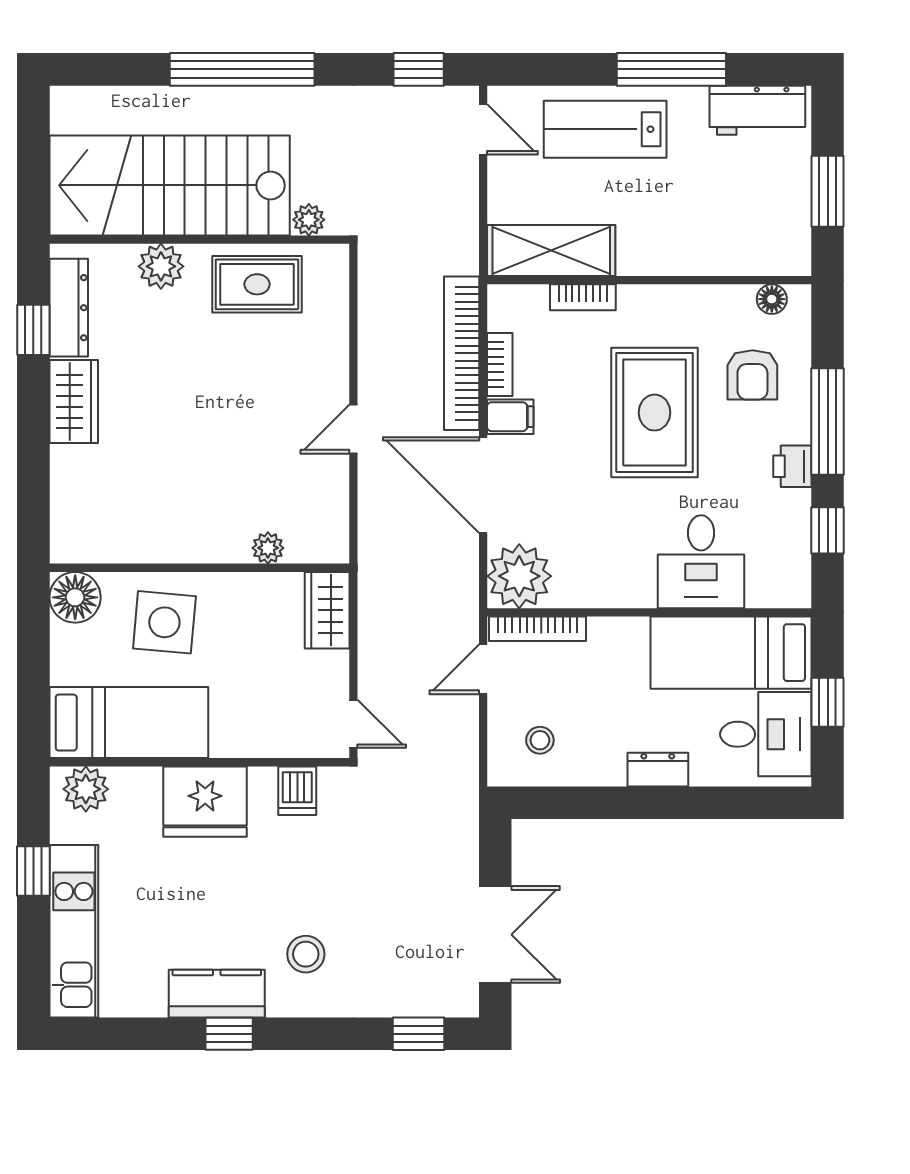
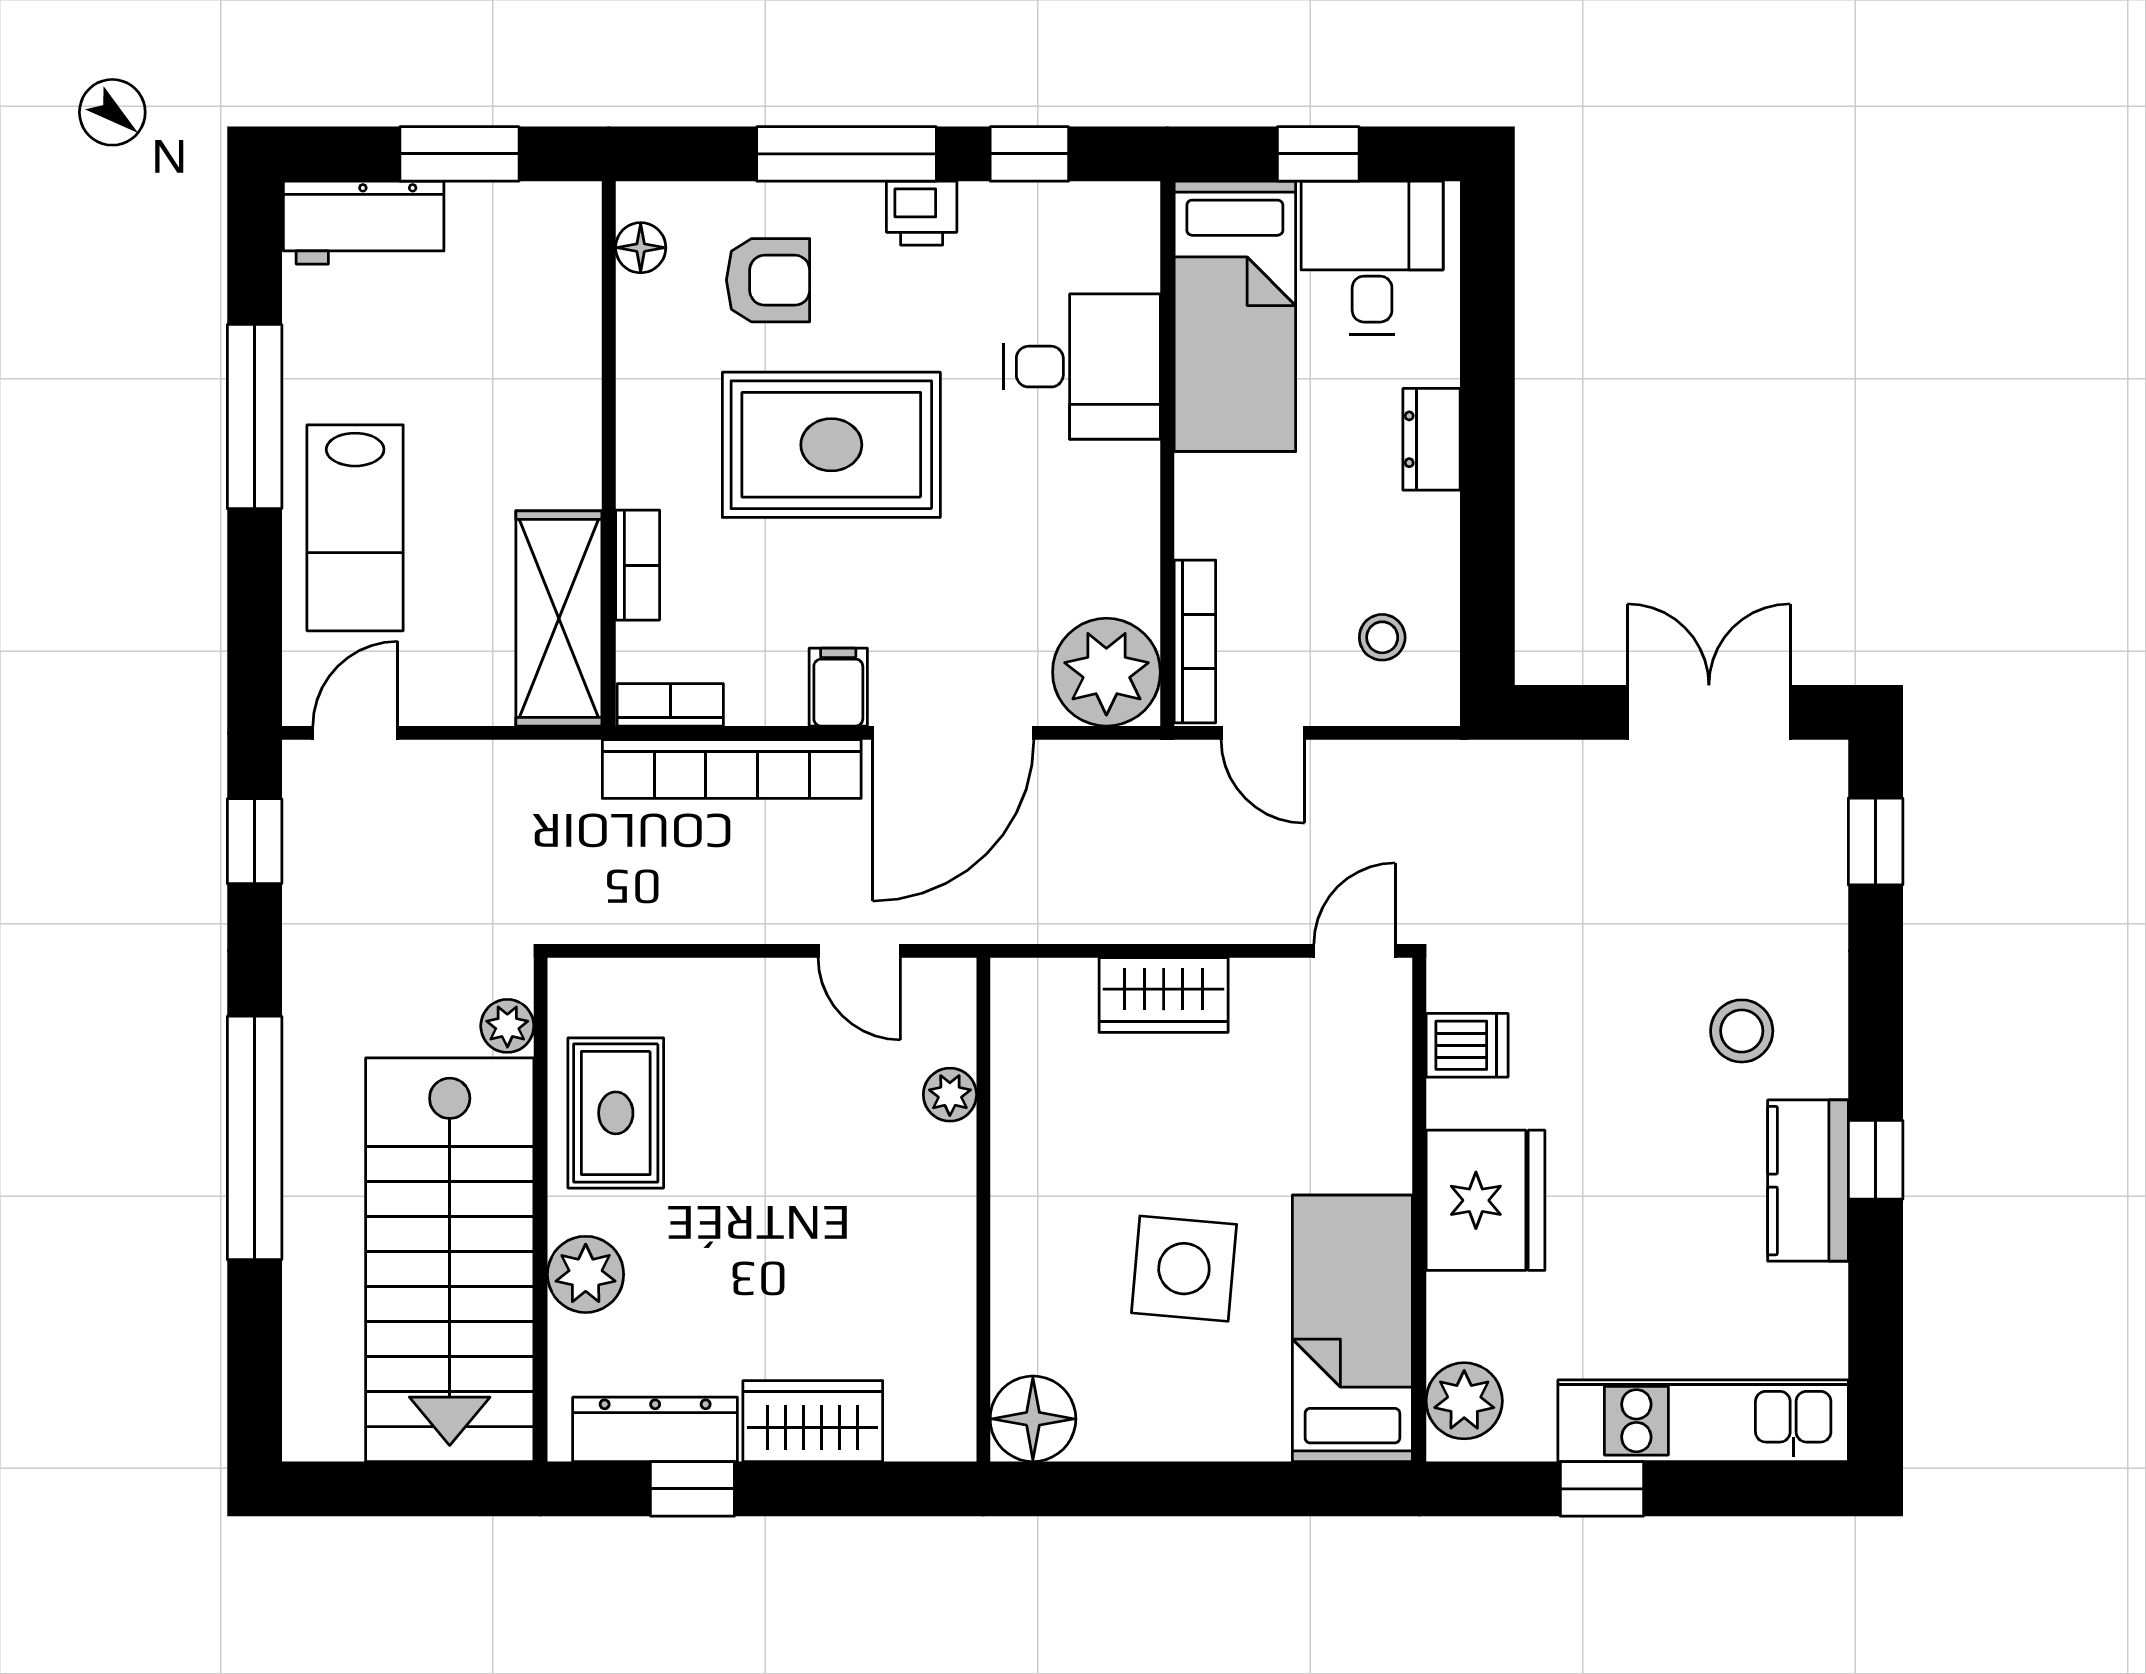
workbench: (757, 110) -> (364, 223), moved, turned 90
bookcase: (500, 364) -> (670, 705), moved
plant: (268, 548) -> (950, 1095), moved
wall: (199, 568) -> (983, 1210), moved
floor lamp: (75, 597) -> (1033, 1419), moved

